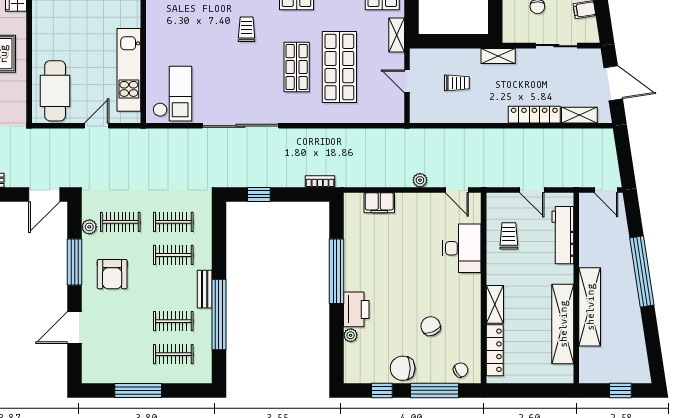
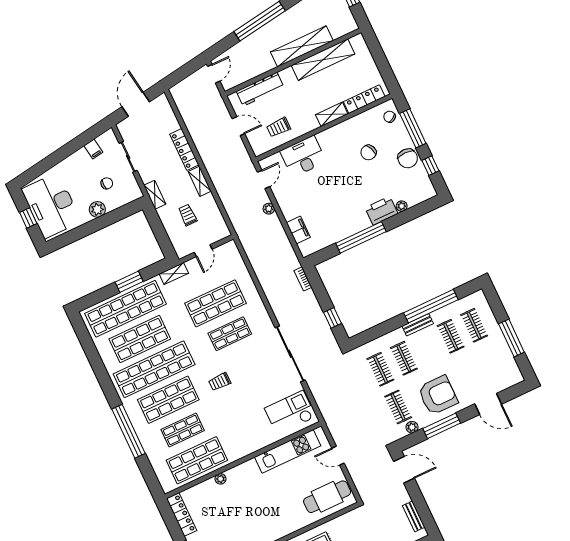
shelving: (579, 115) -> (200, 181), moved
door: (532, 190) -> (238, 126), hinge flipped
armchair: (112, 274) -> (438, 395), width x1.36, depth x1.36

